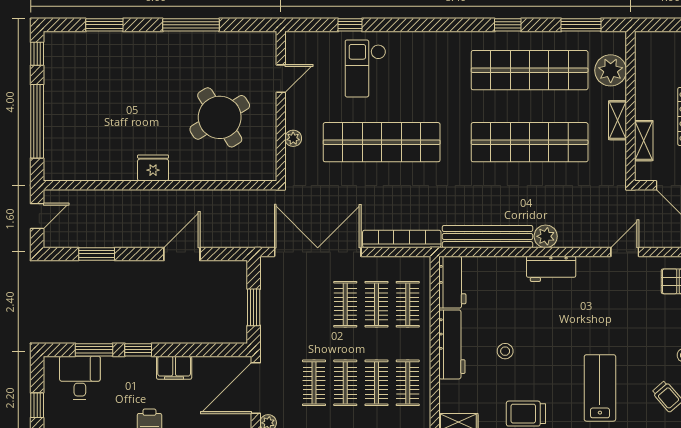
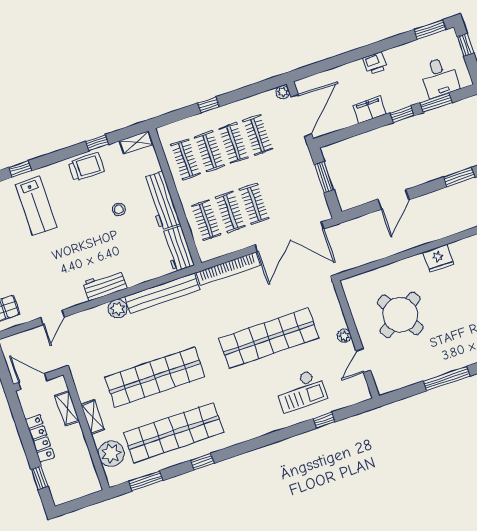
checkout: (365, 68) -> (301, 391), turned 90
plant: (293, 138) -> (344, 336), moved

